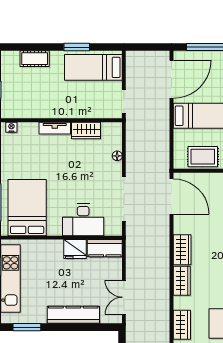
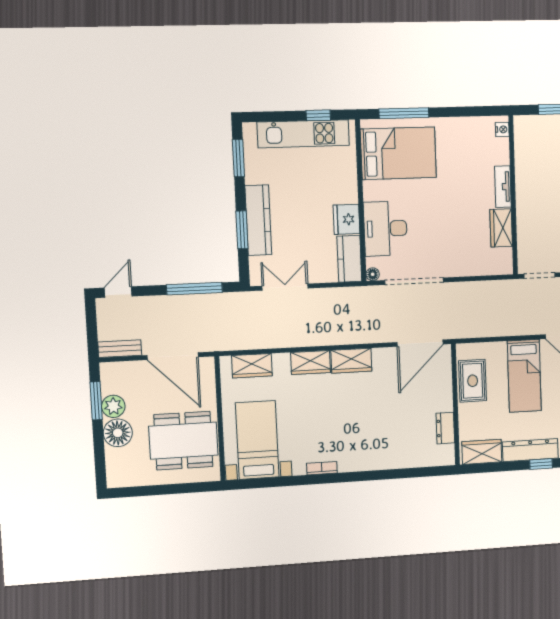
floor lamp: (117, 156) -> (373, 274), moved
window: (80, 327) -> (242, 230), added

